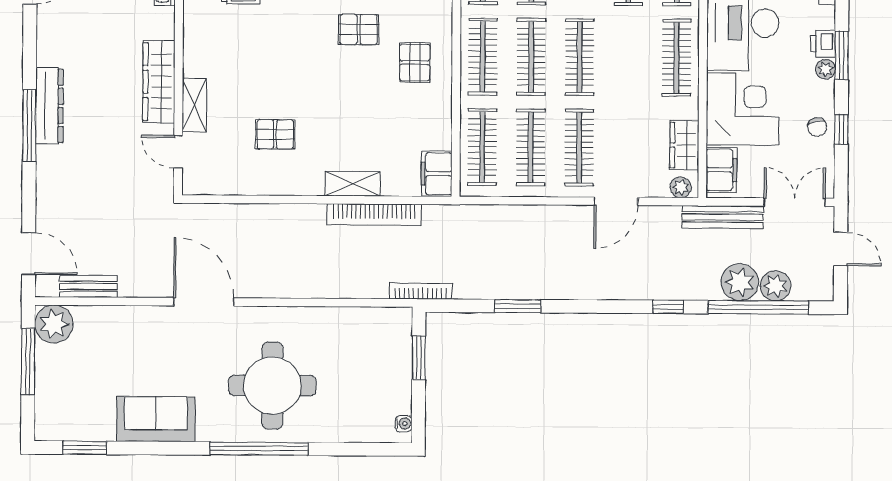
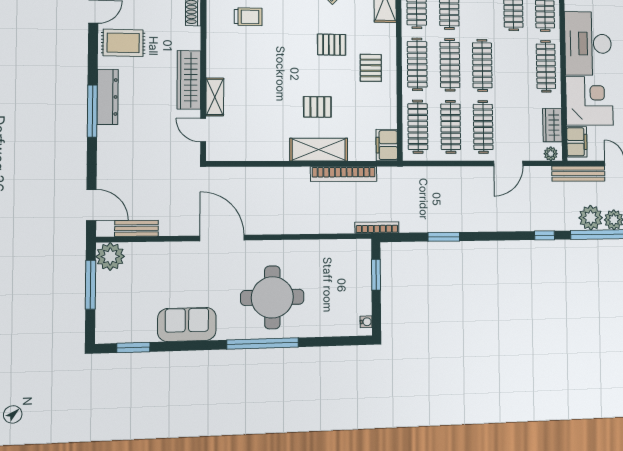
rug: (70, 31) -> (123, 43), added
pallet: (275, 134) -> (317, 107), moved
shelving: (353, 184) -> (319, 150), width x1.50, depth x1.33

